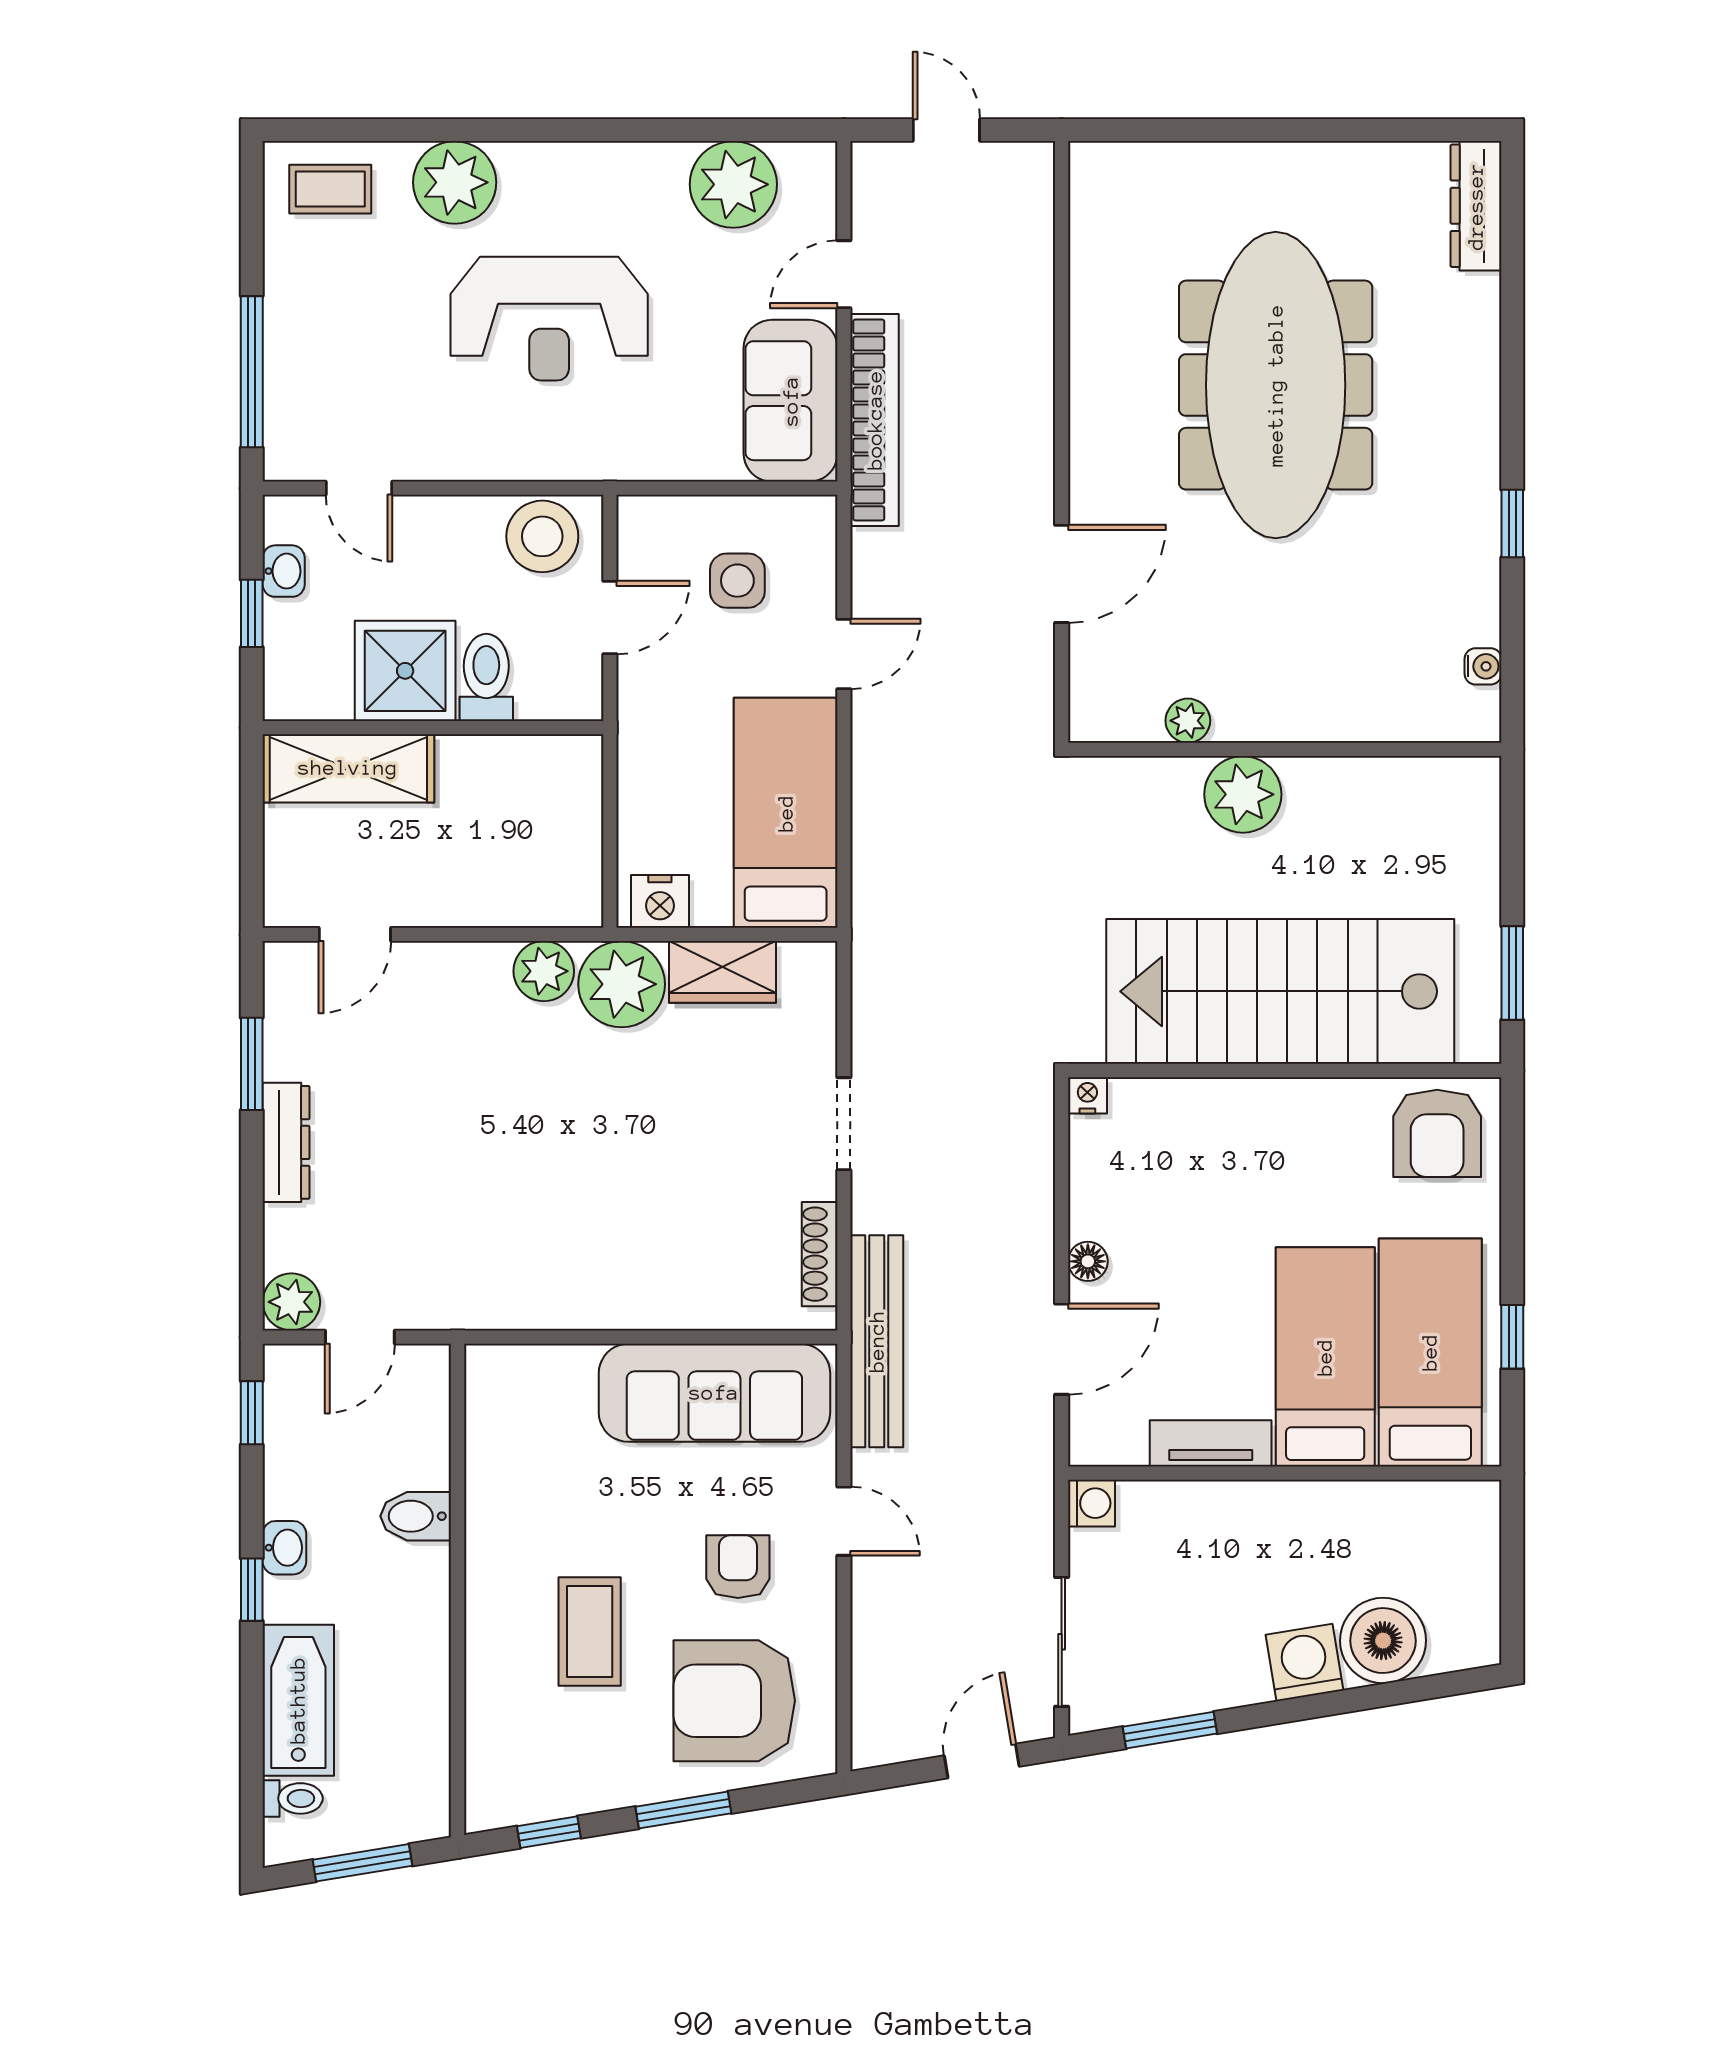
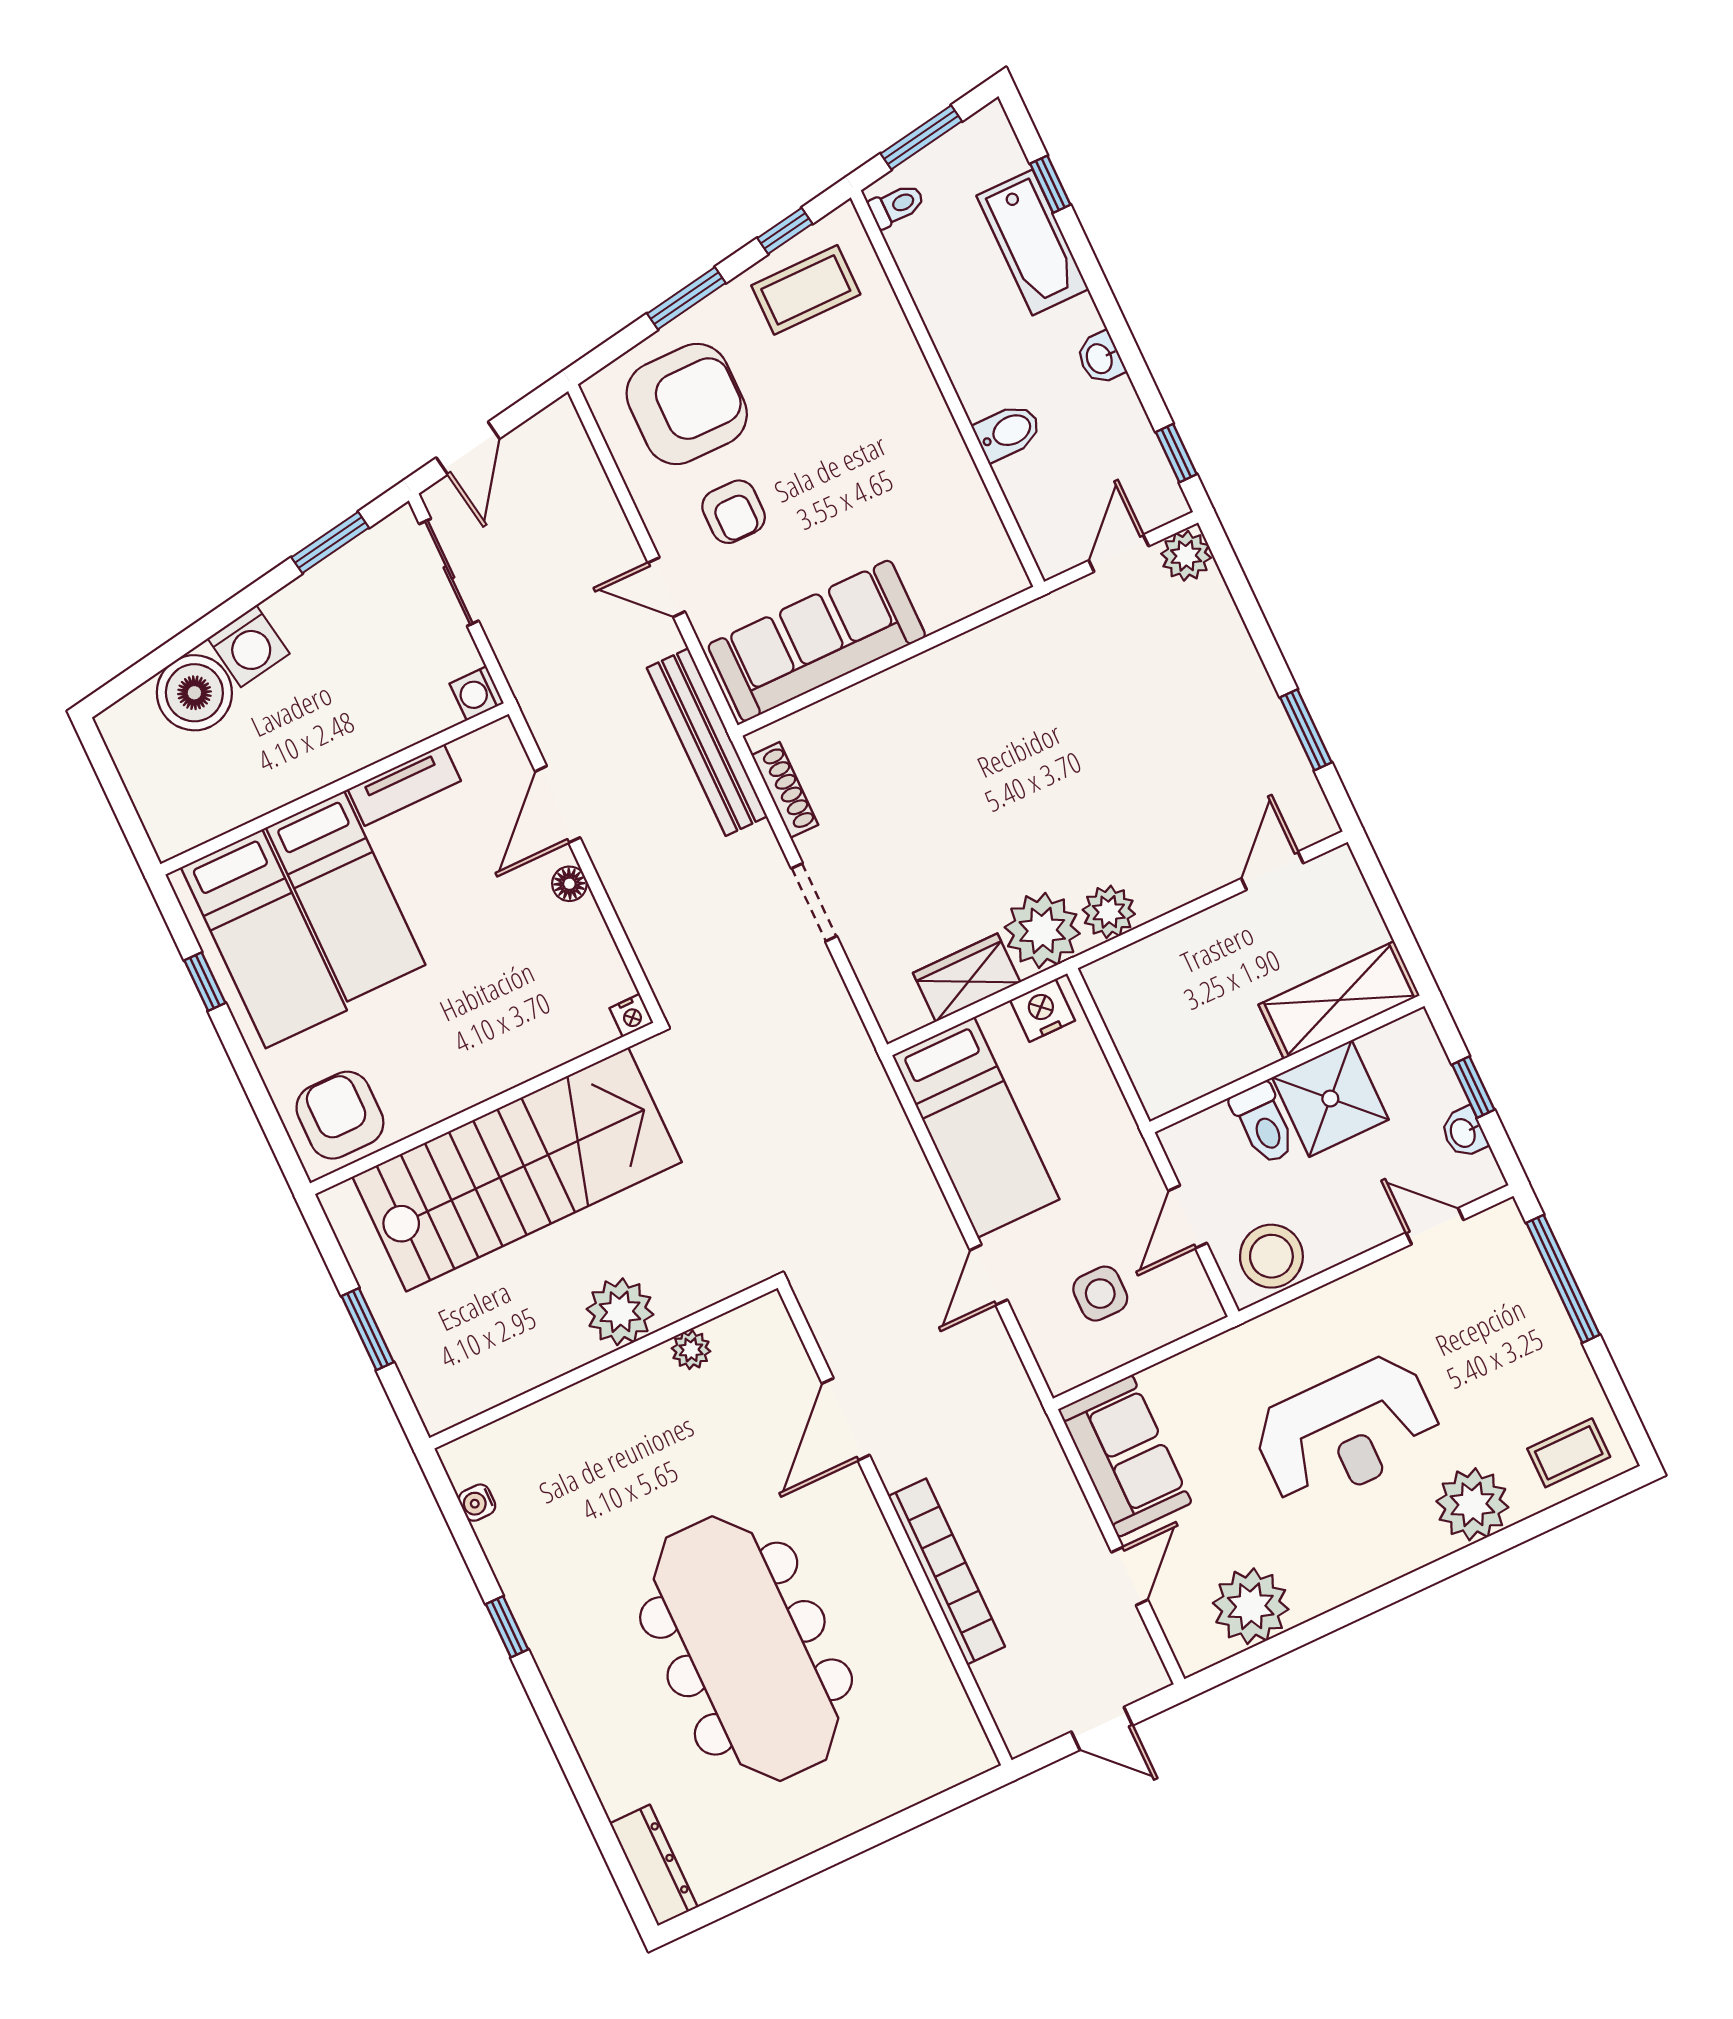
reception desk: (549, 319) -> (1347, 1431), turned 180
bookcase: (875, 420) -> (947, 1571), moved, turned 180
window: (1512, 973) -> (368, 1329), moved
dresser: (286, 1142) -> (1249, 680), removed
window: (252, 1590) -> (1050, 184), moved
coffee table: (590, 1631) -> (806, 290), moved, turned 90
toilet: (293, 1798) -> (897, 206), moved, turned 180

